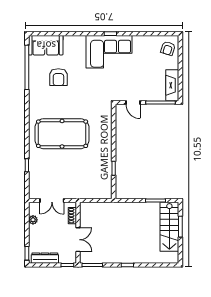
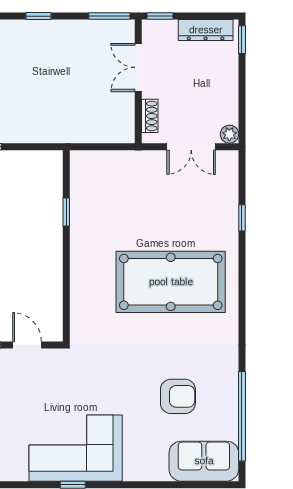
armchair: (58, 77) -> (178, 396), turned 90
double door: (52, 200) -> (191, 147), swing flipped
plant: (33, 220) -> (229, 134), moved

